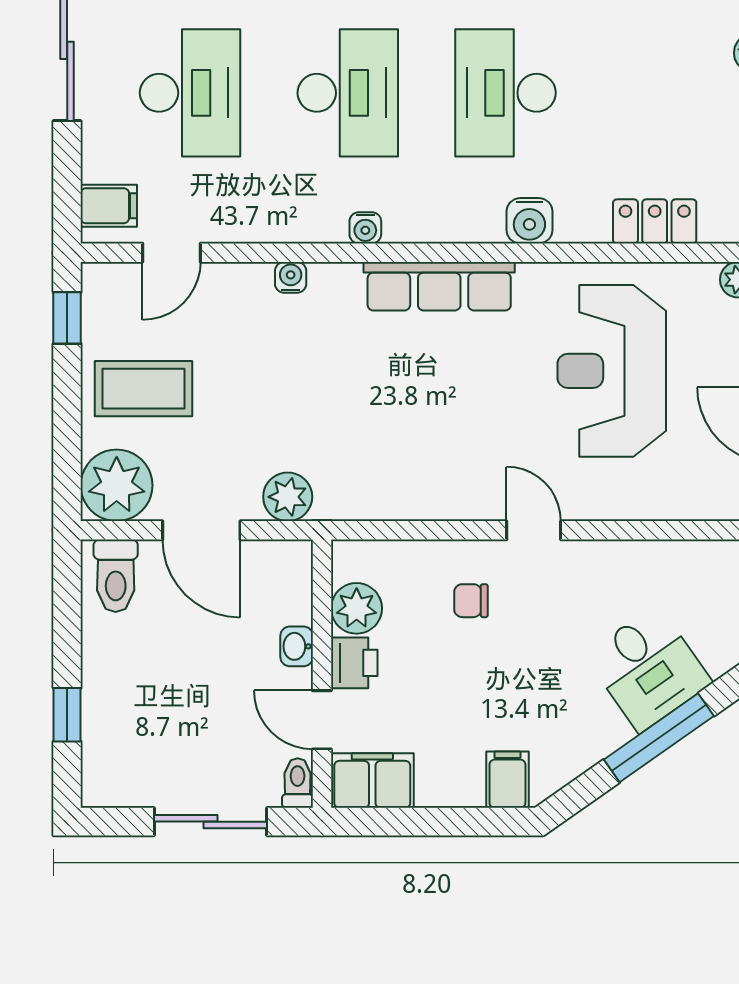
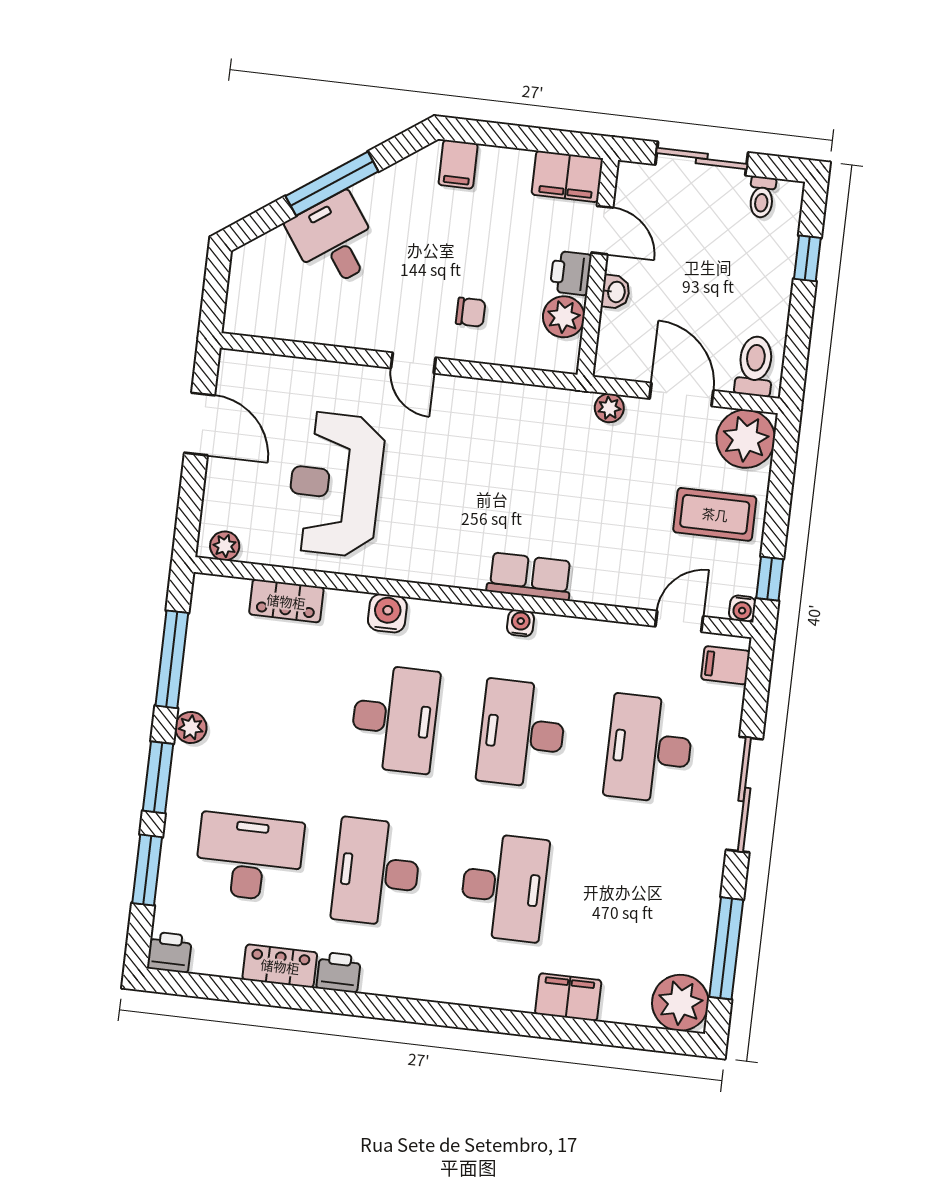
water cooler: (291, 277) -> (742, 609), moved
row of seats: (439, 286) -> (530, 576), moved, width x0.68
reception desk: (612, 371) -> (335, 484), turned 180
plant: (288, 497) -> (609, 408), width x0.73, depth x0.73
toilet: (298, 783) -> (762, 197), moved

